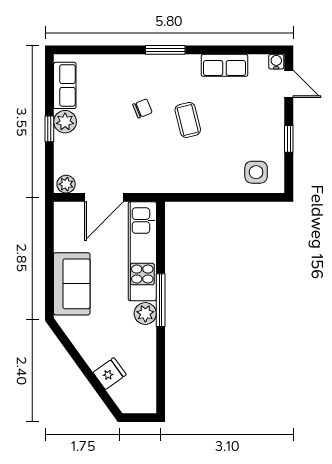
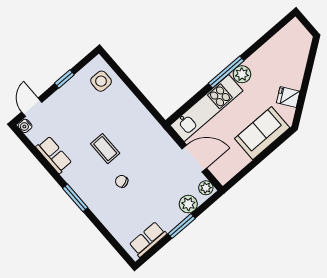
coffee table: (188, 120) -> (105, 149), turned -76
plant: (65, 122) -> (188, 204), moved
window: (49, 129) -> (182, 226), width x1.50
fridge: (110, 374) -> (288, 97), moved

